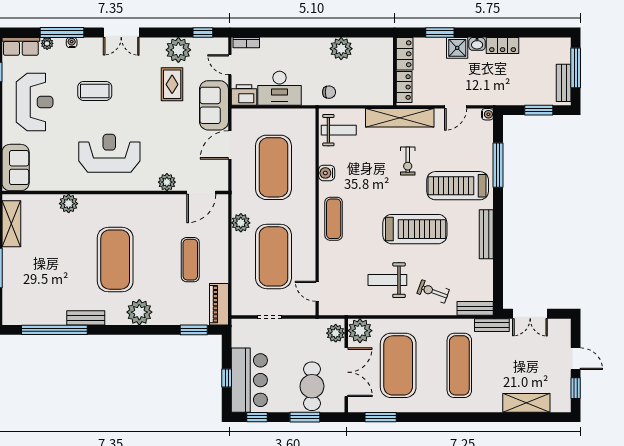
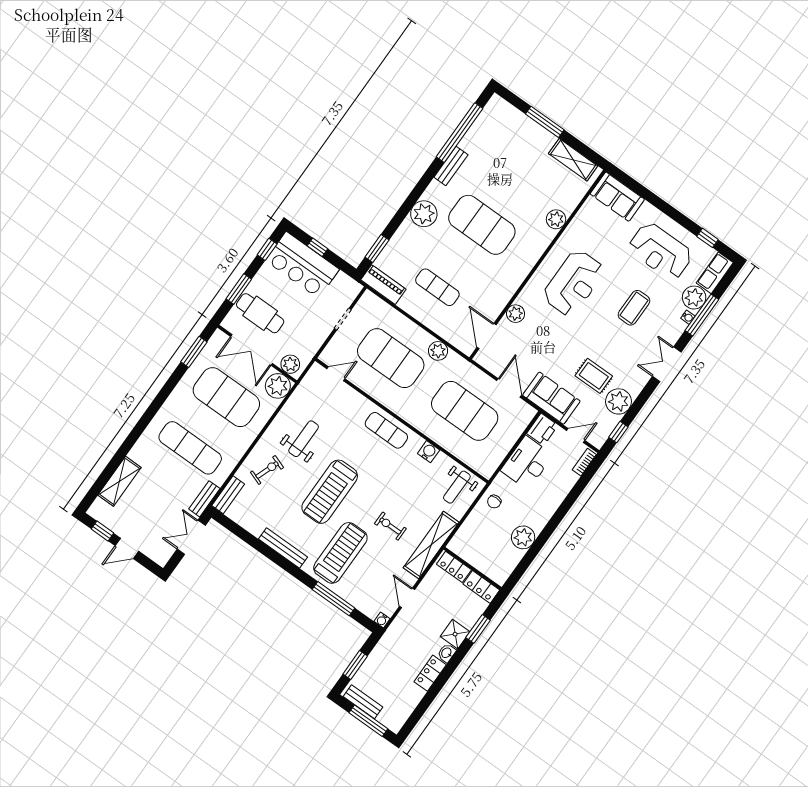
plant: (47, 43) -> (694, 298), width x1.87, depth x1.87

